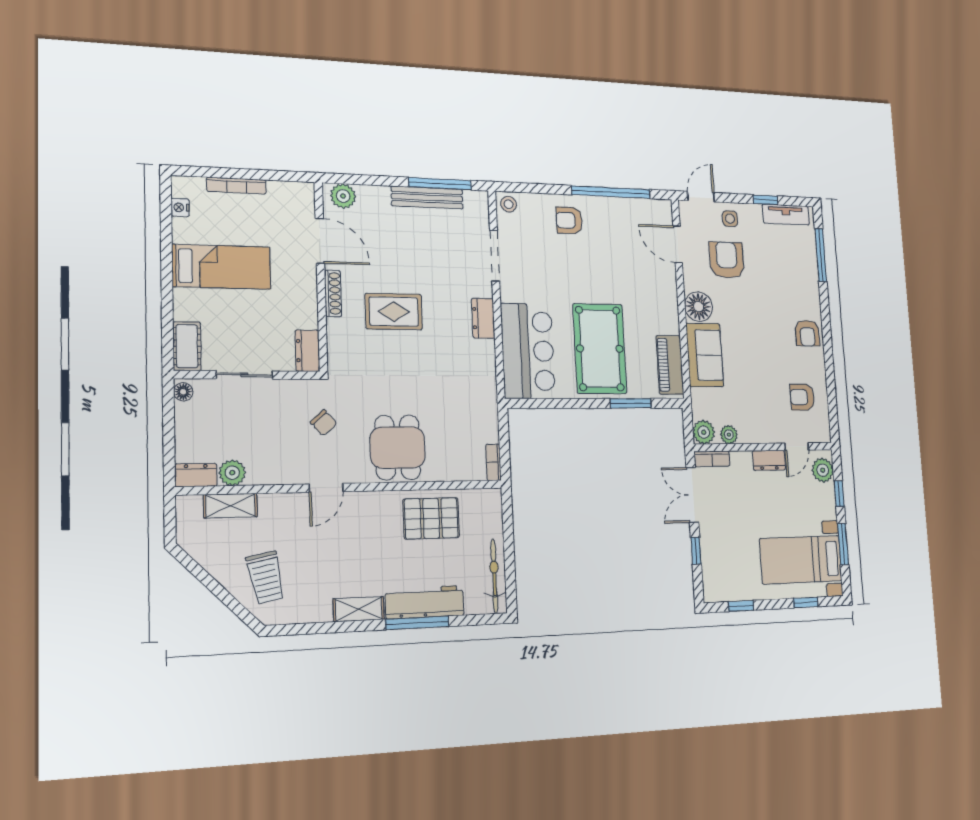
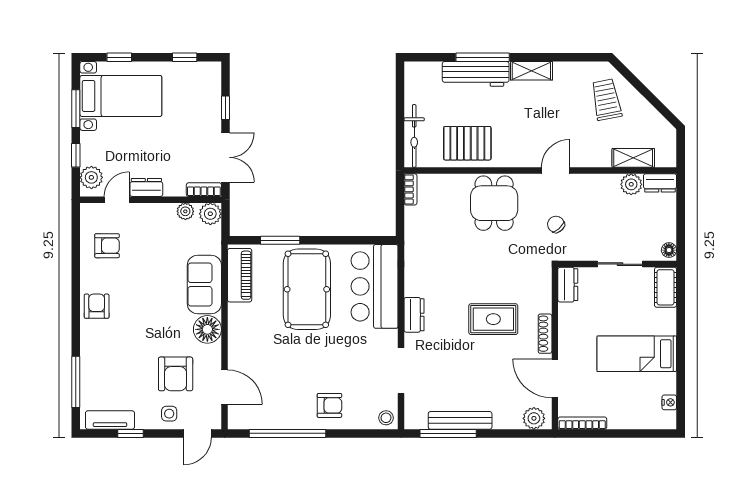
bookcase: (237, 186) -> (582, 423), moved
bicycle: (494, 576) -> (414, 136), moved

